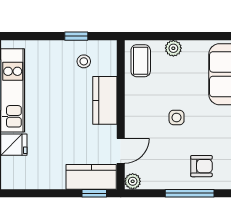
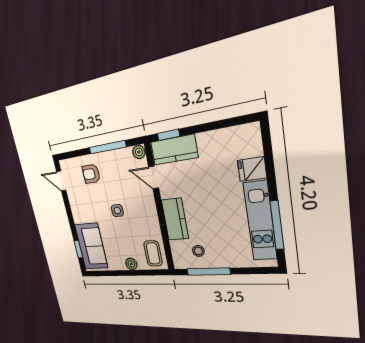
window: (76, 36) -> (208, 272), width x2.17
door: (121, 151) -> (154, 177), hinge flipped
window: (190, 193) -> (107, 147), moved

